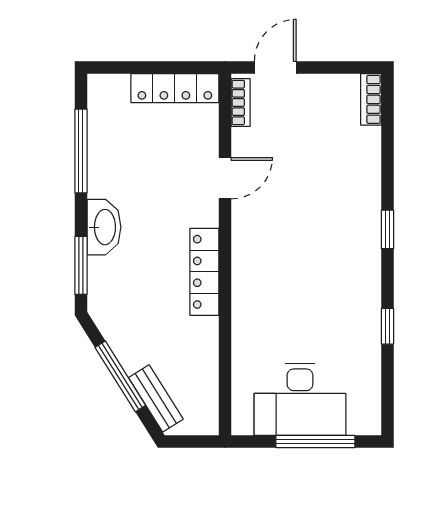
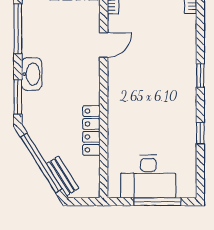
locker: (204, 272) -> (91, 130), moved
window: (120, 376) -> (41, 163), width x1.46

